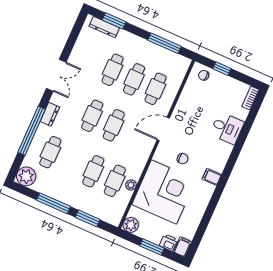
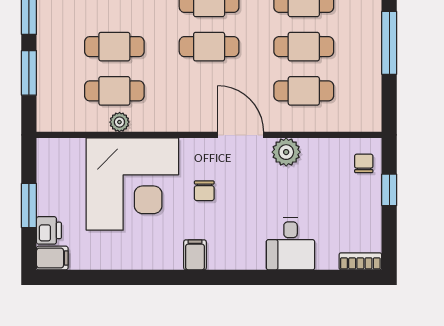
window: (165, 43) -> (389, 43), moved
plant: (131, 225) -> (286, 152), moved

